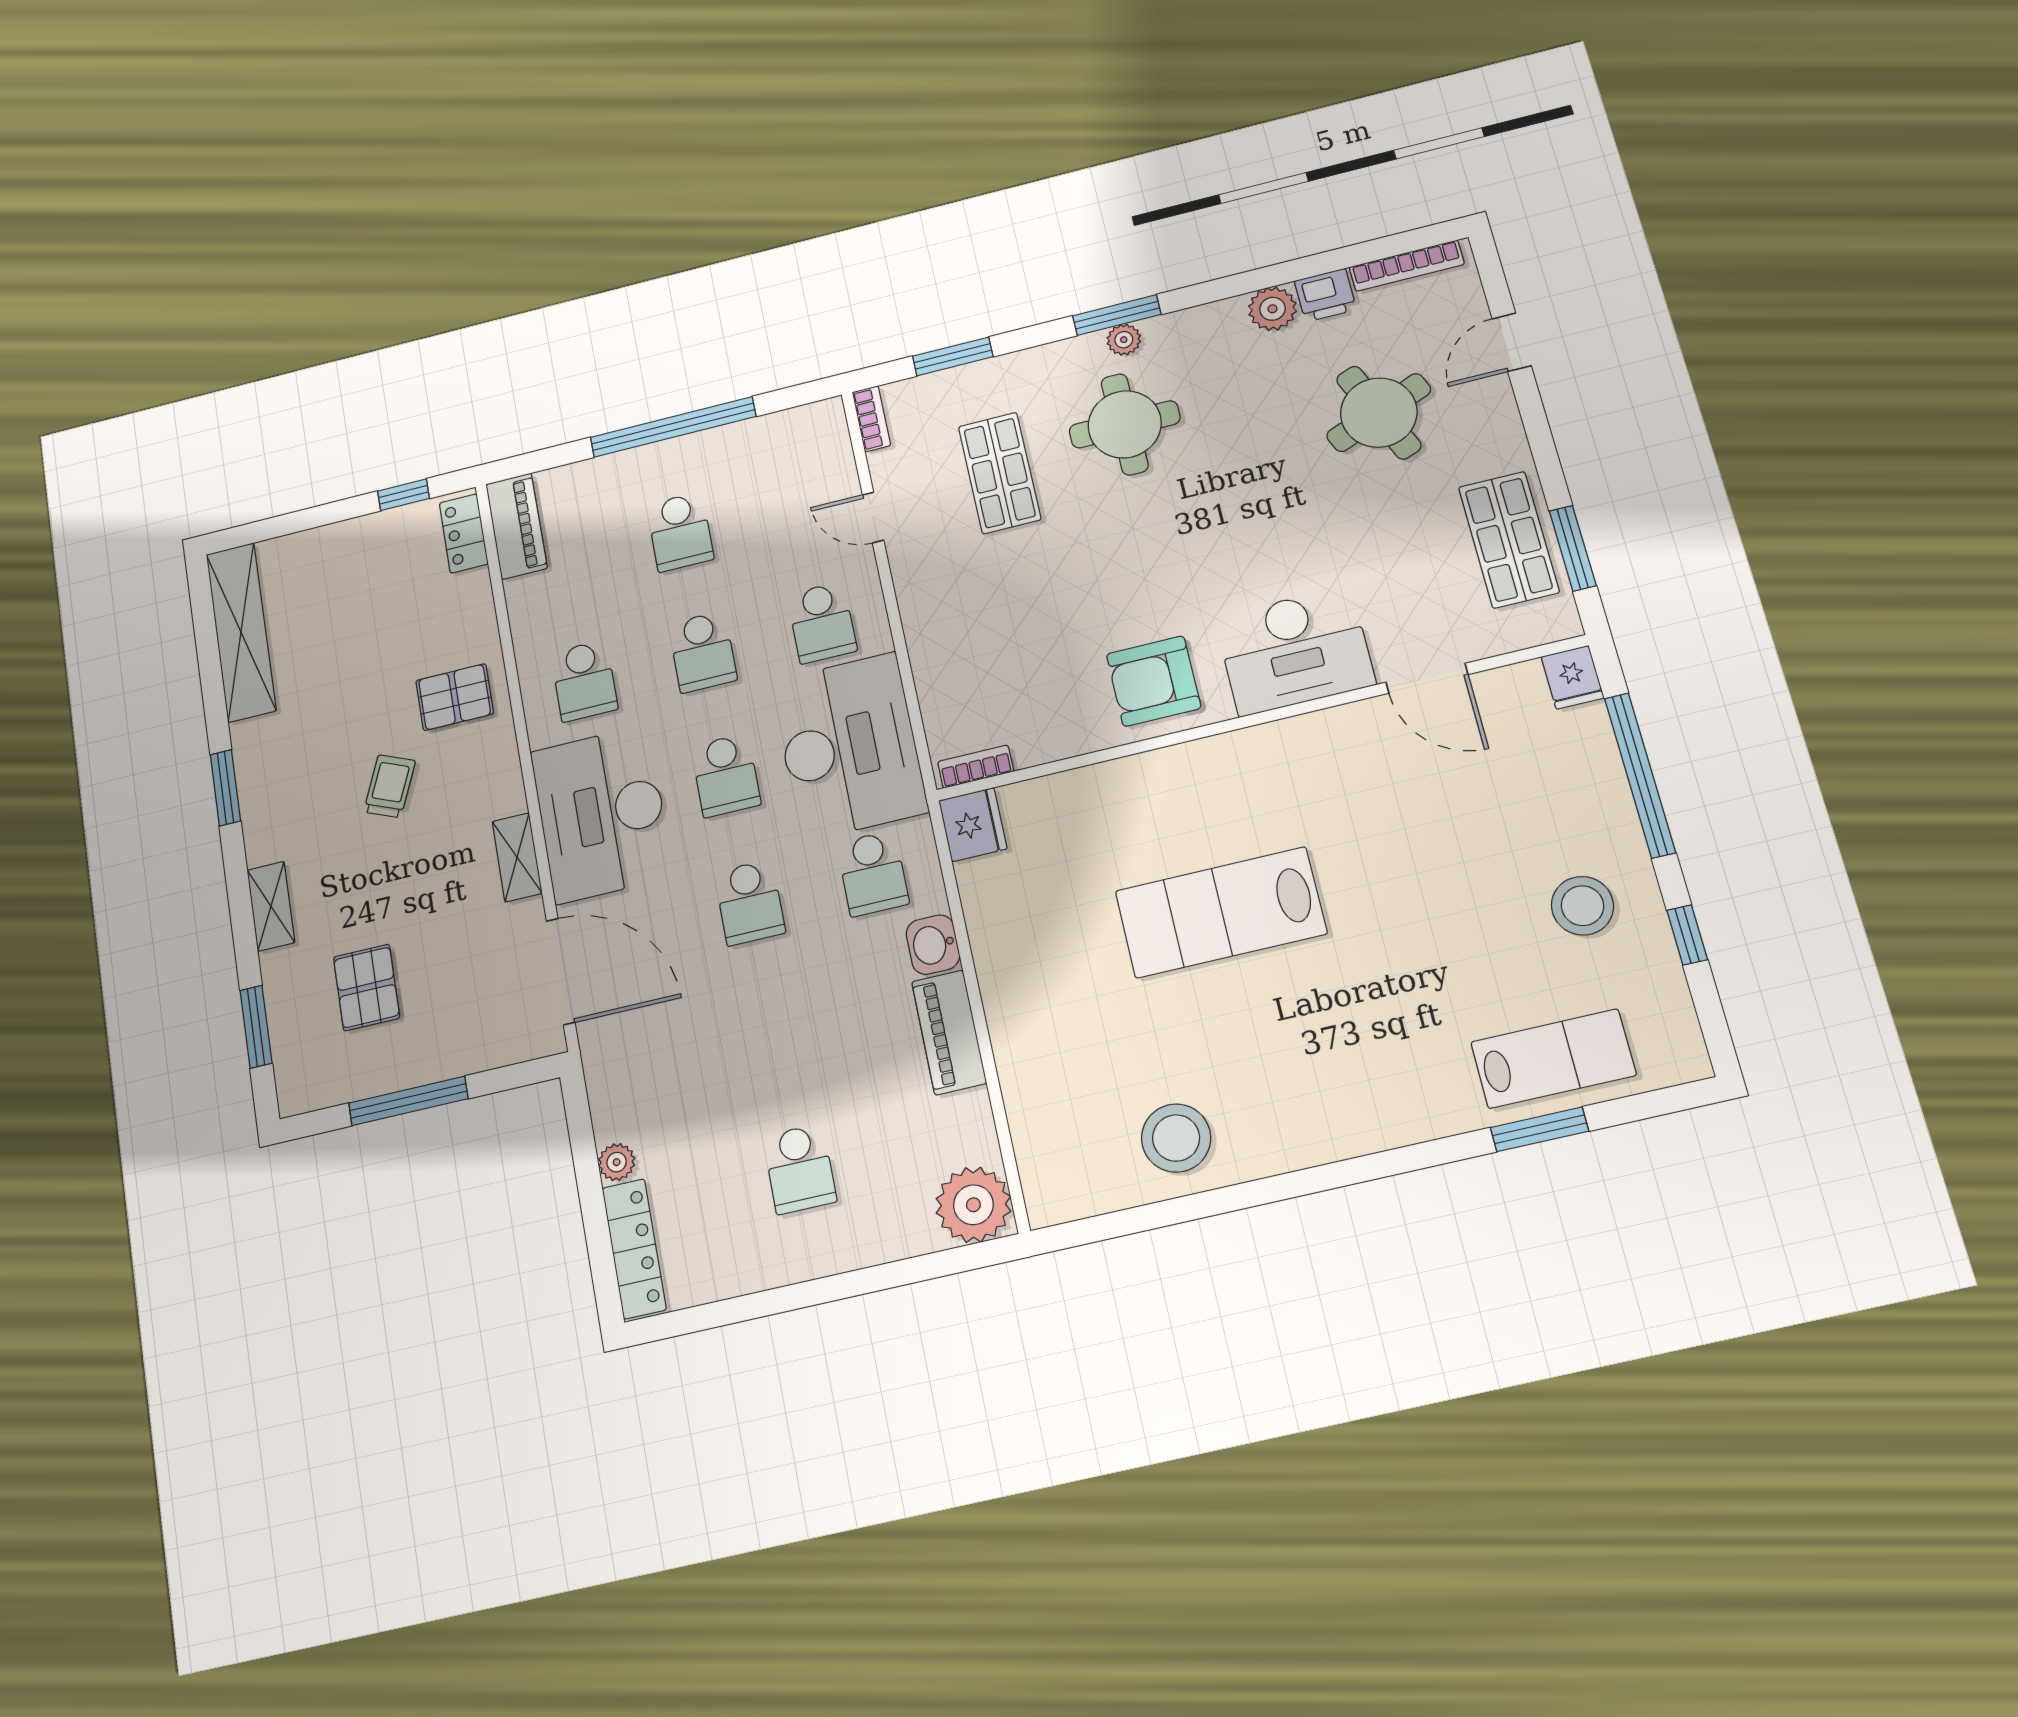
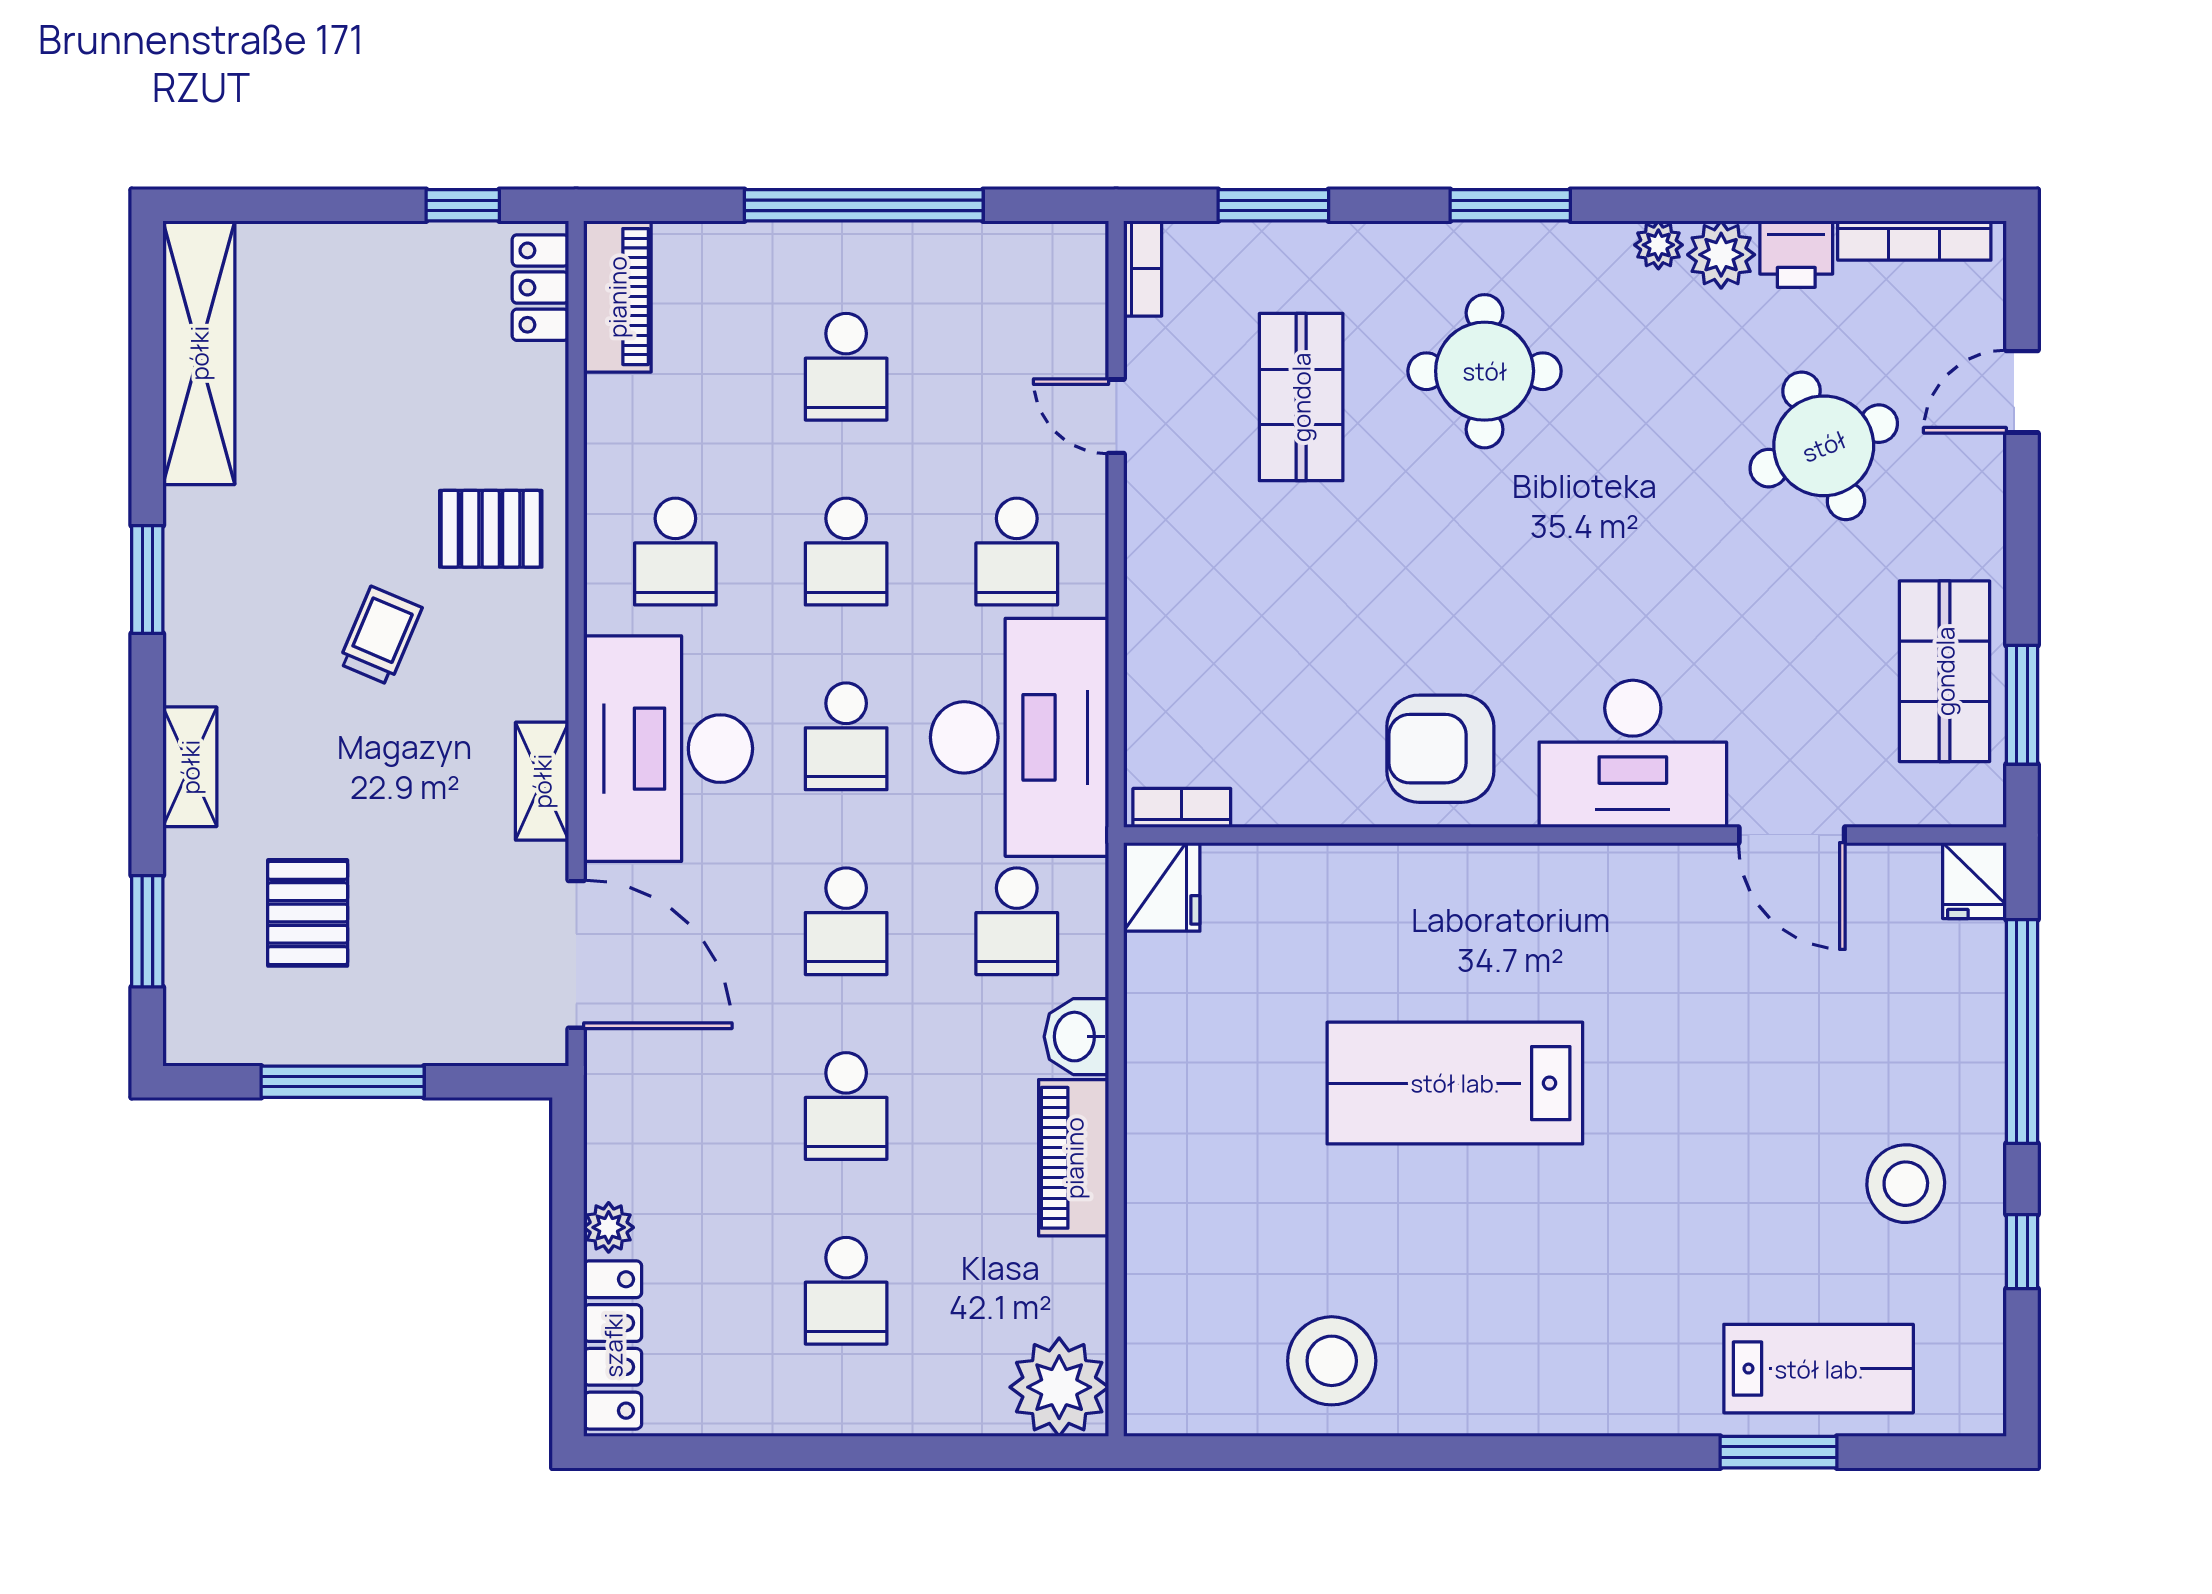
plant: (1124, 340) -> (1658, 245), moved
school desk: (774, 1034) -> (846, 1106), added

